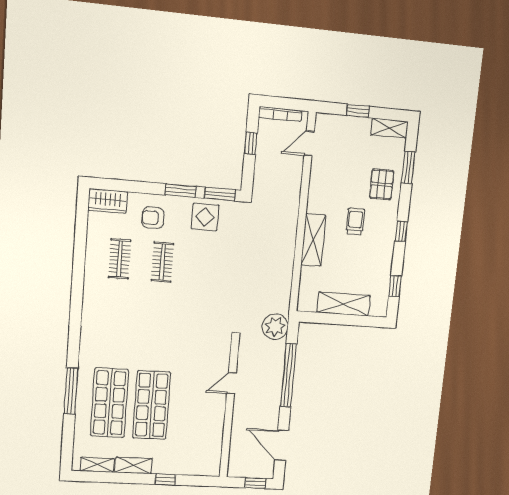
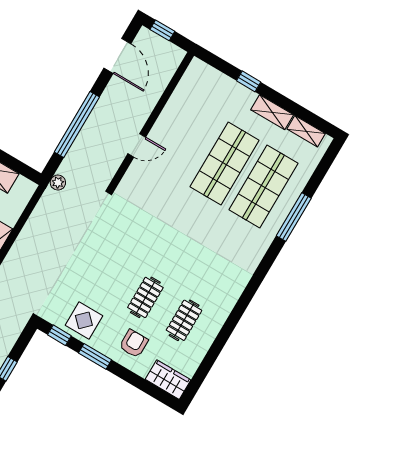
window: (220, 194) -> (59, 335), width x0.67
armchair: (153, 218) -> (134, 344), turned -90
plant: (275, 327) -> (58, 183), width x0.53, depth x0.53

